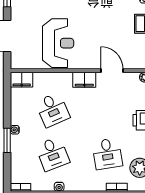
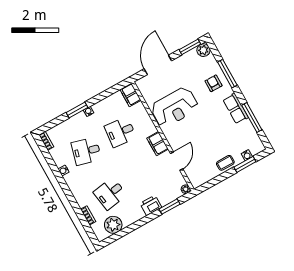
desk: (53, 110) -> (120, 132), turned 30
desk: (53, 154) -> (86, 151), turned 36

